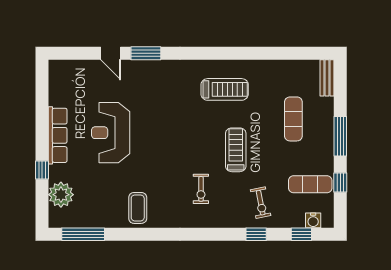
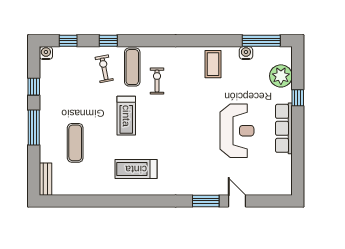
exercise mat: (310, 184) -> (132, 67), moved, turned 90
water cooler: (100, 220) -> (246, 53), added
water cooler: (313, 220) -> (46, 53), moved

